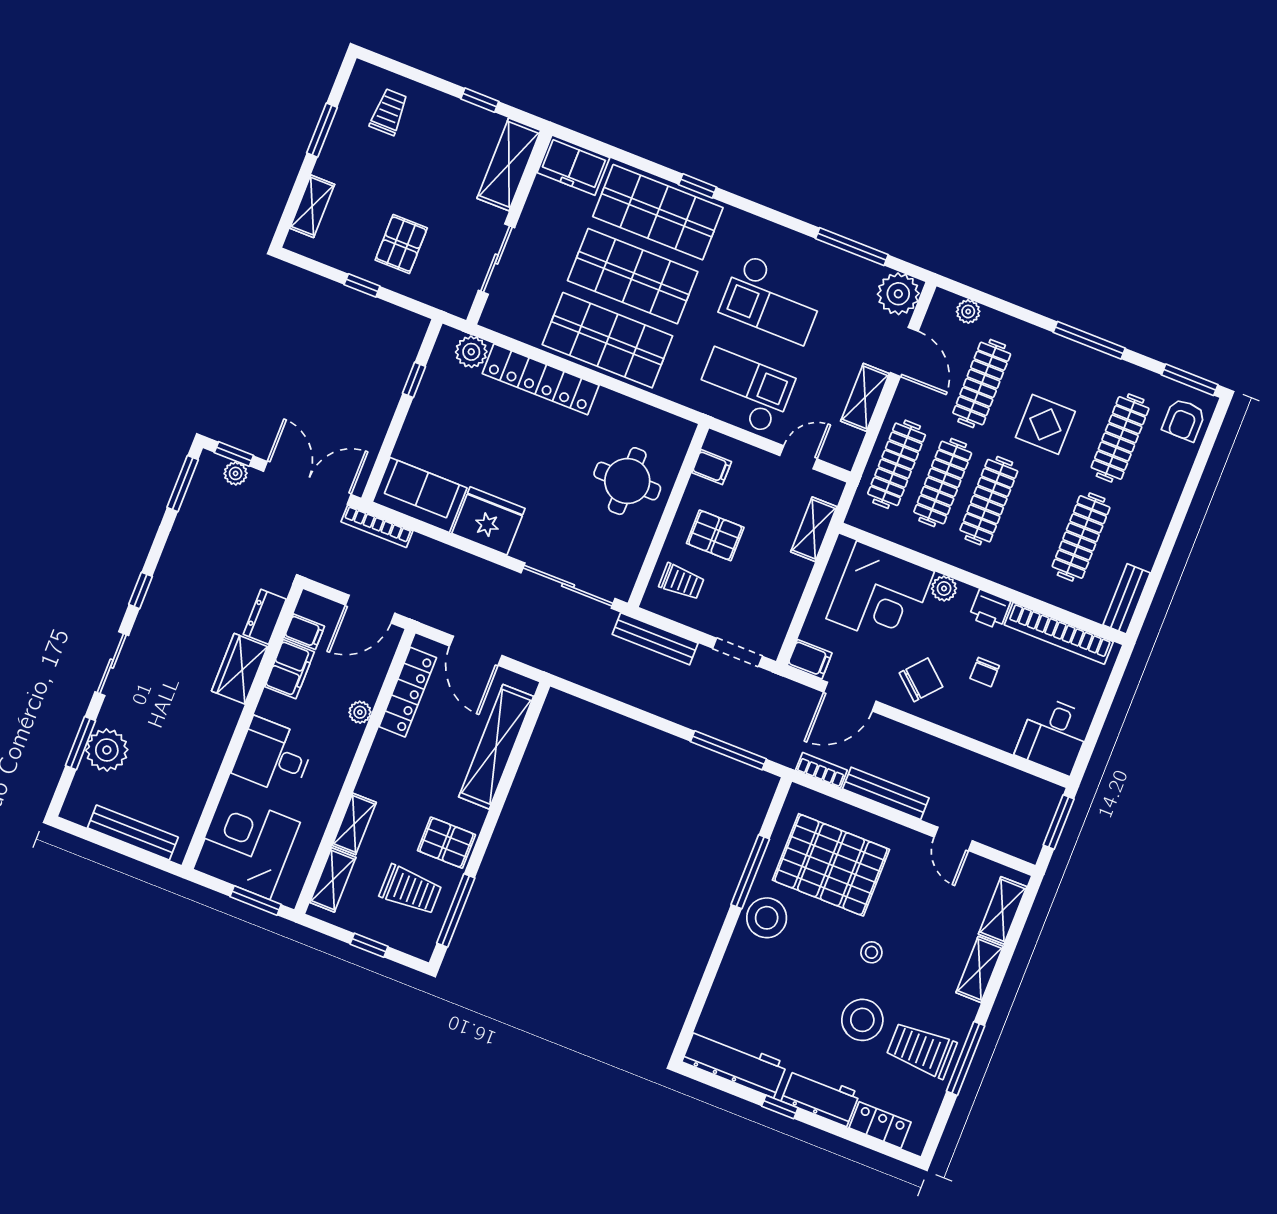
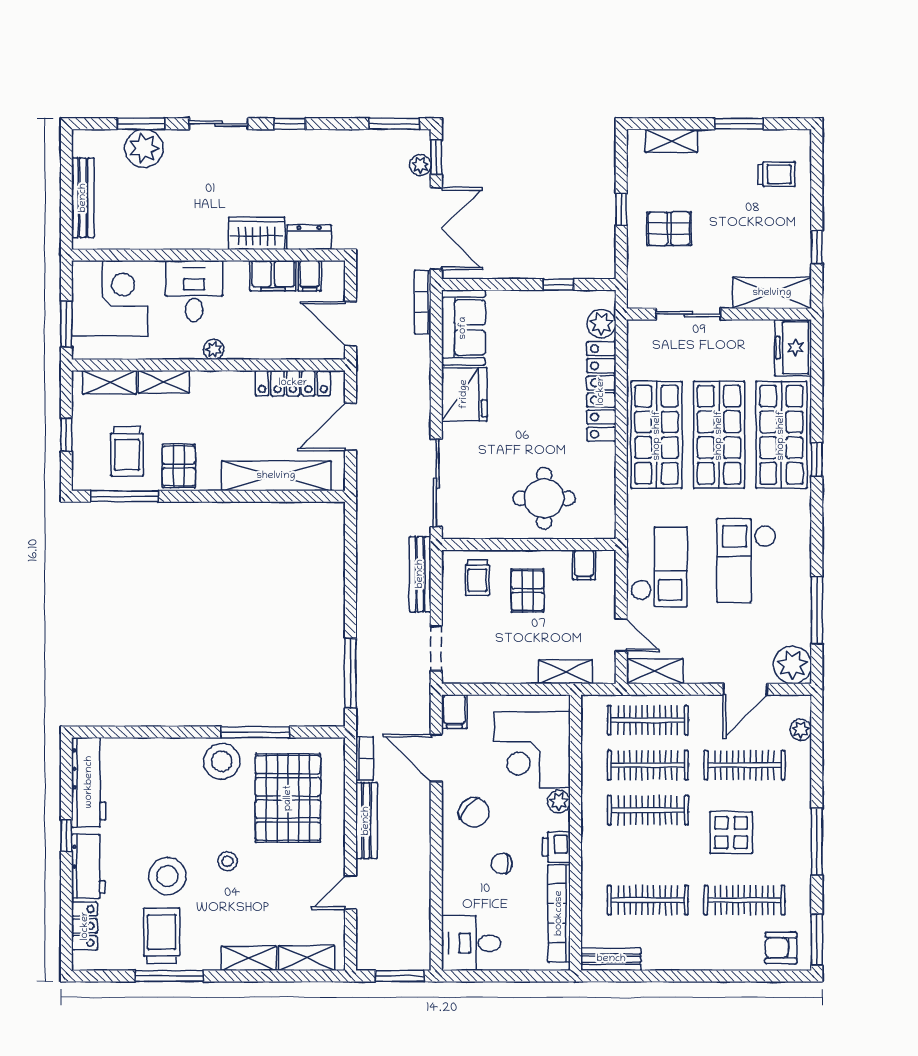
shelving: (865, 397) -> (655, 671), moved
plant: (360, 712) -> (214, 349), moved

